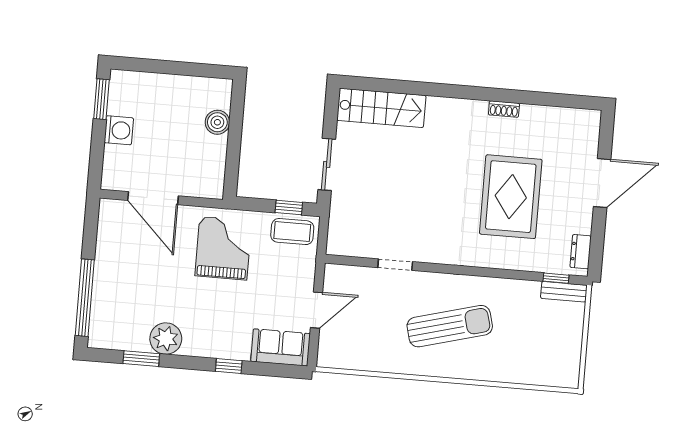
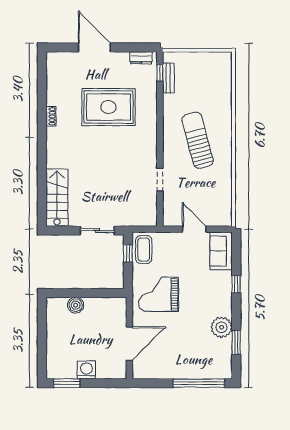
bench: (564, 292) -> (168, 78), moved

